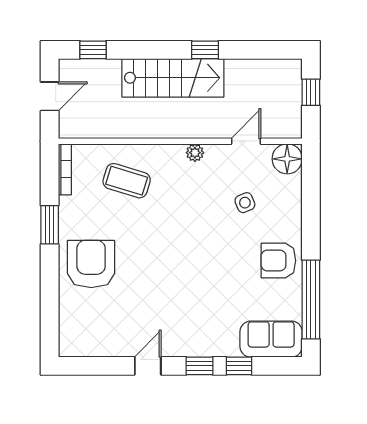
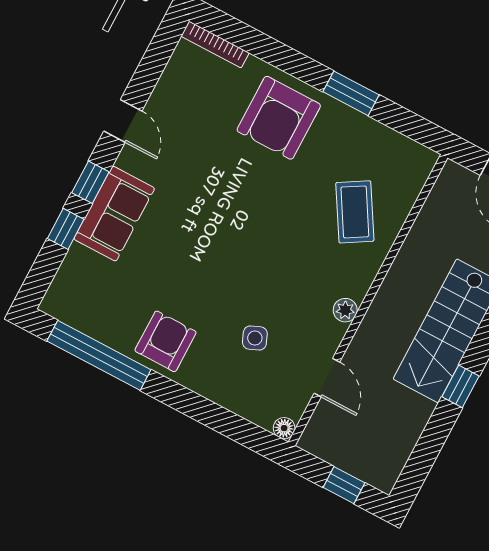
floor lamp: (287, 159) -> (284, 428), width x0.53, depth x0.53
bookcase: (65, 169) -> (215, 44), moved
coffee table: (127, 181) -> (355, 212), turned -48
armchair: (91, 264) -> (279, 118), turned 90
sofa: (271, 339) -> (114, 214), moved

